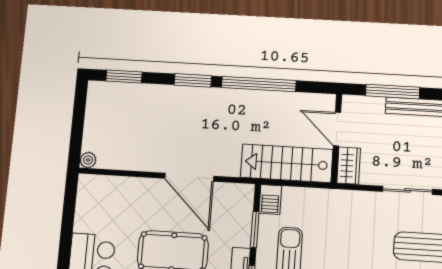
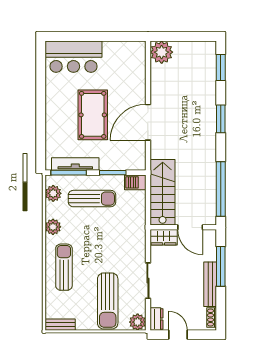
window: (259, 84) -> (221, 189), moved
door: (337, 129) -> (190, 227), swing flipped
plant: (88, 160) -> (162, 52), width x1.88, depth x1.88

